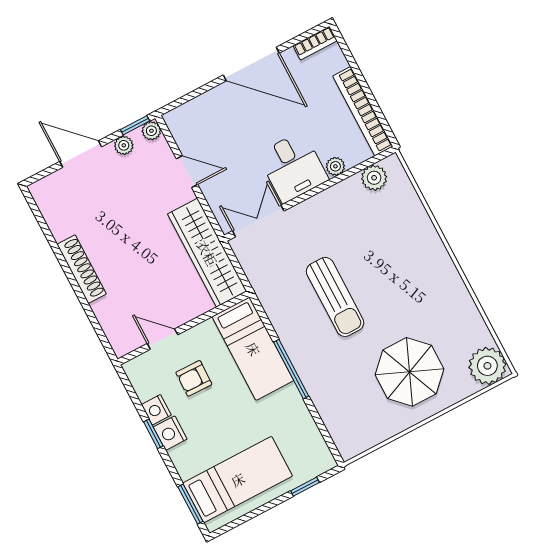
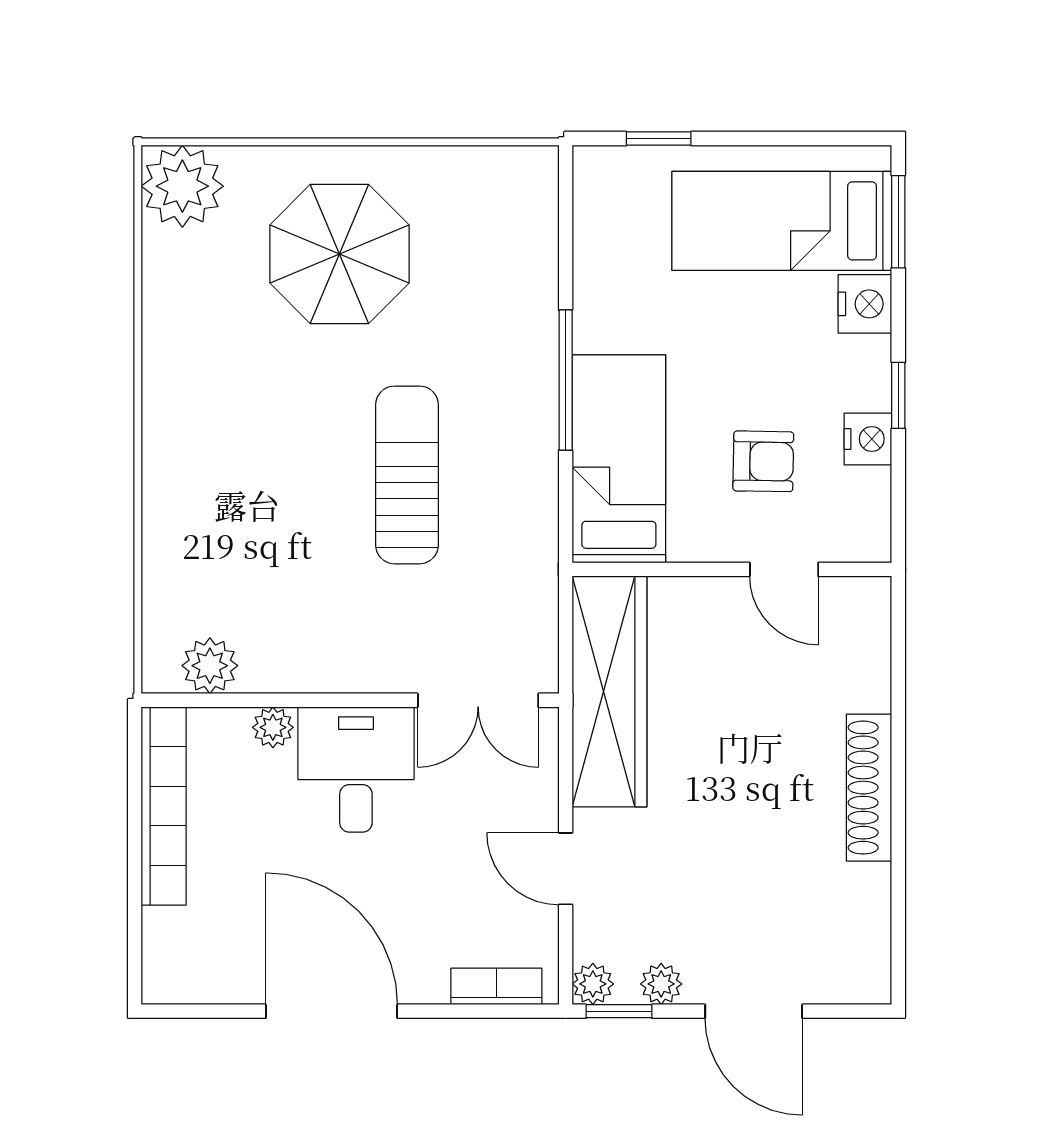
bookcase: (315, 43) -> (496, 986), moved
nightstand: (170, 433) -> (865, 304), moved

